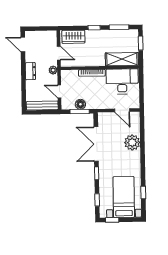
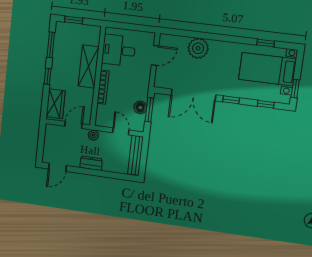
shelving: (122, 59) -> (89, 67), moved
desk: (122, 81) -> (119, 50), width x0.73
door: (59, 91) -> (121, 131), swing flipped

